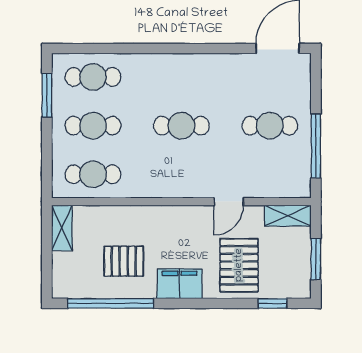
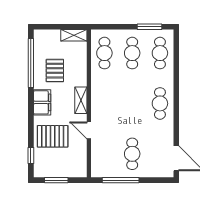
cafe table: (181, 126) -> (160, 103), moved
shelving: (288, 216) -> (81, 100), moved

